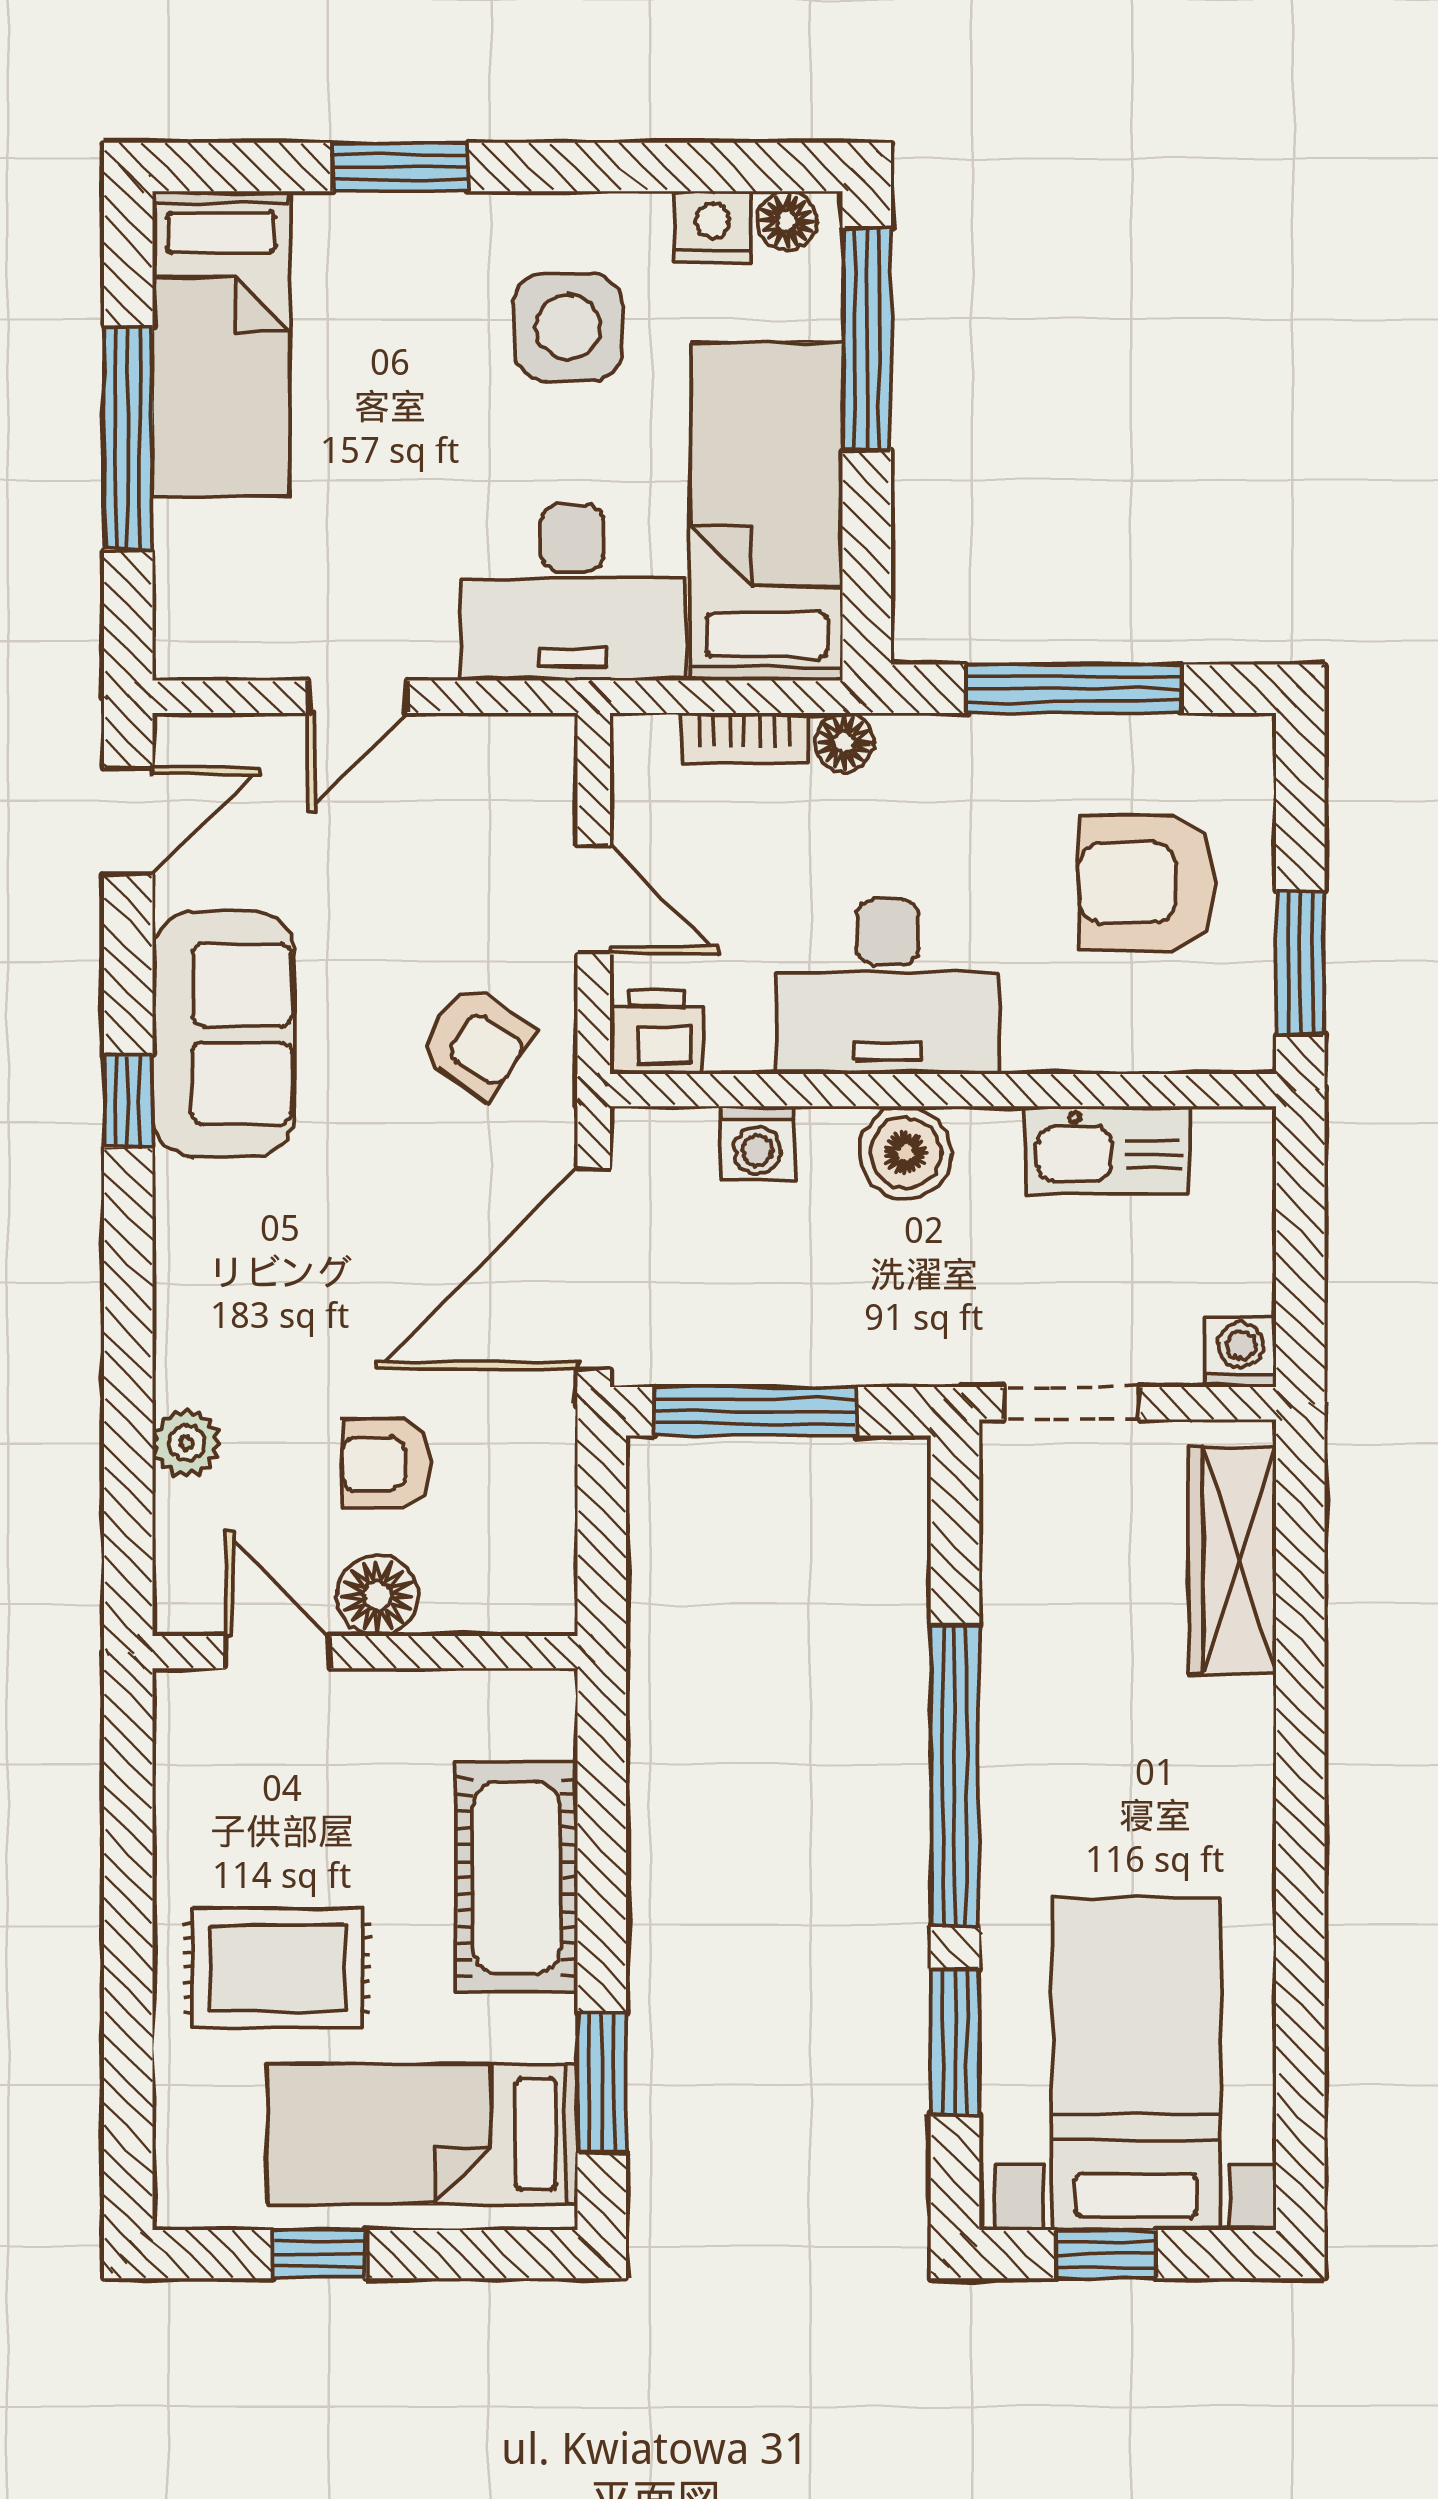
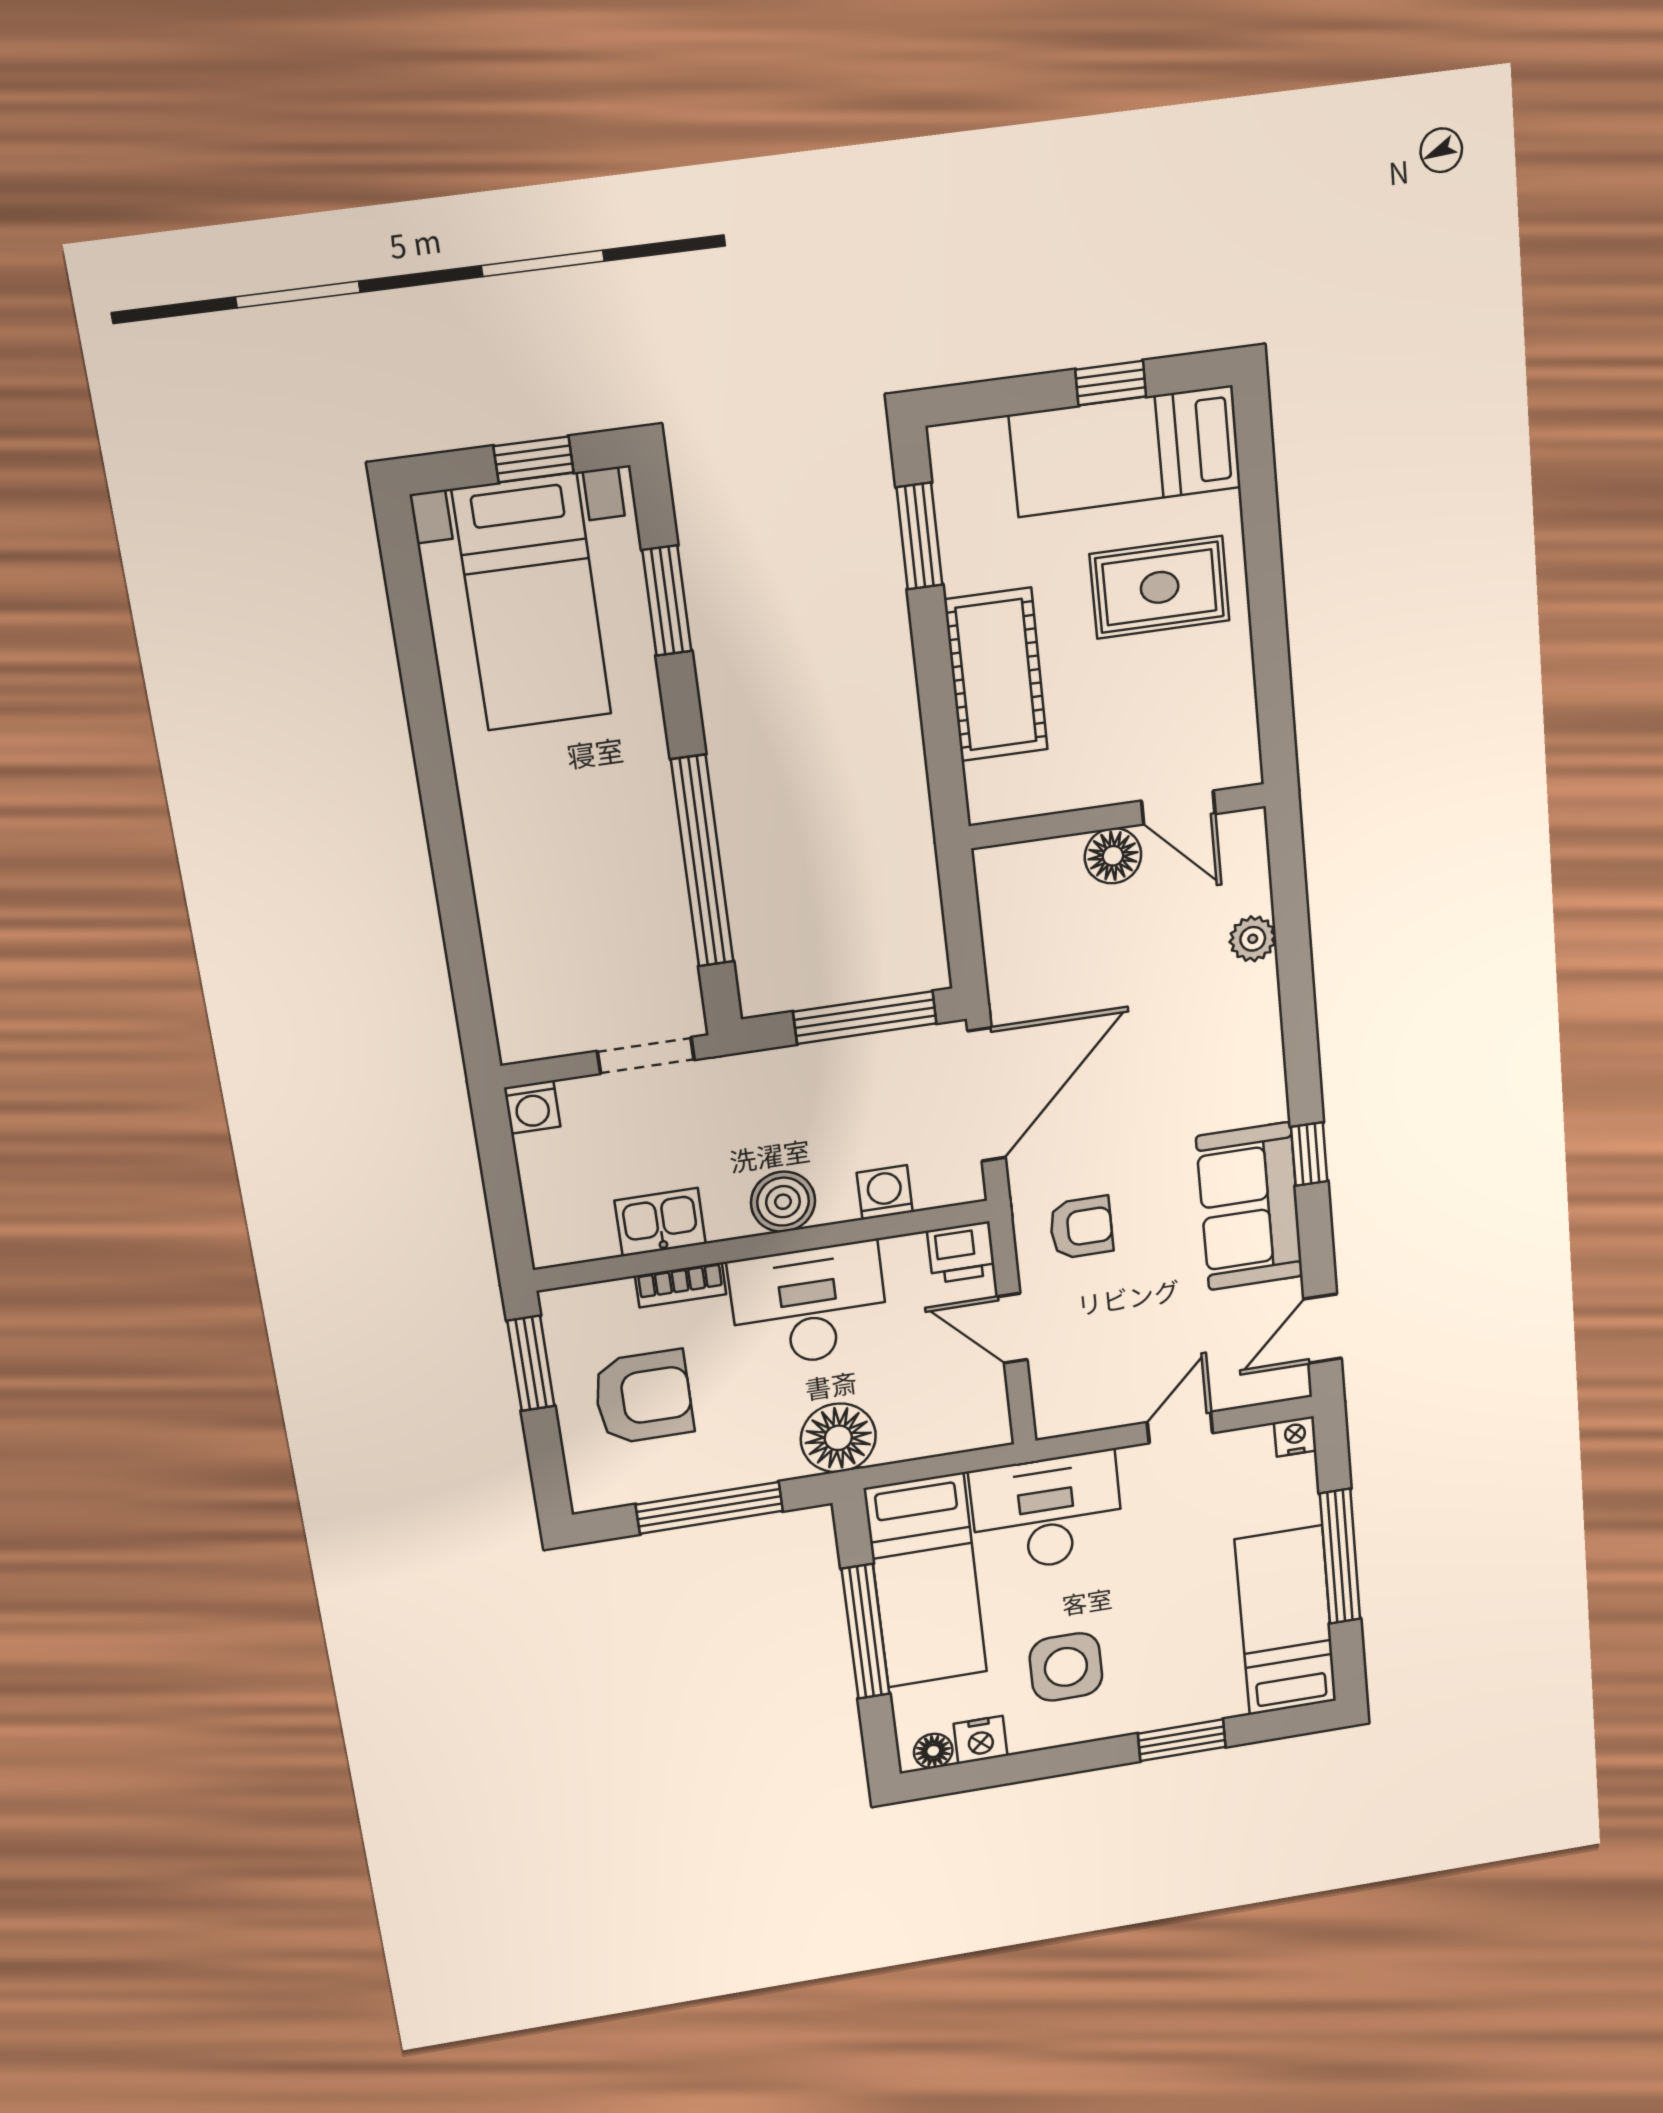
window: (867, 339) -> (866, 1632), moved
nightstand: (183, 652) -> (1295, 1436), added
bookcase: (745, 738) -> (681, 1285), moved, turned 180
floor lamp: (844, 742) -> (838, 1438), width x1.89, depth x1.89
armchair: (476, 1042) -> (1081, 1227), turned 146
kitchen sink: (1108, 1150) -> (660, 1222), width x0.73
armchair: (386, 1464) -> (1115, 945), removed
wardrobe: (1232, 1560) -> (516, 967), removed
window: (955, 1775) -> (702, 861), moved
bed: (422, 2134) -> (1125, 451), moved, turned 180

